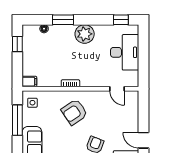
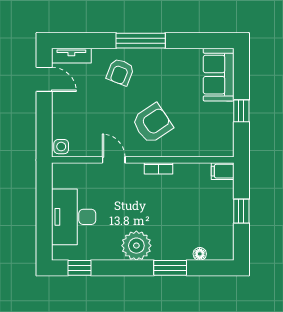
window: (17, 44) -> (241, 211), moved
door: (117, 89) -> (114, 160), moved
side table: (32, 103) -> (61, 147), moved
window: (17, 120) -> (241, 111), width x0.46

